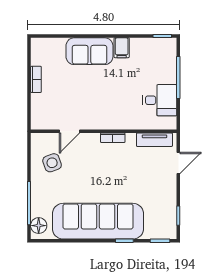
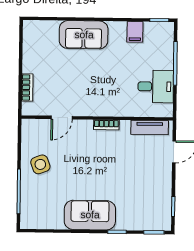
filing cabinet: (122, 48) -> (135, 32), moved
bookcase: (36, 79) -> (27, 88), moved
side table: (52, 163) -> (40, 164), moved
sofa: (98, 221) -> (90, 215), width x0.54, depth x0.79
floor lamp: (39, 226) -> (28, 215), removed

